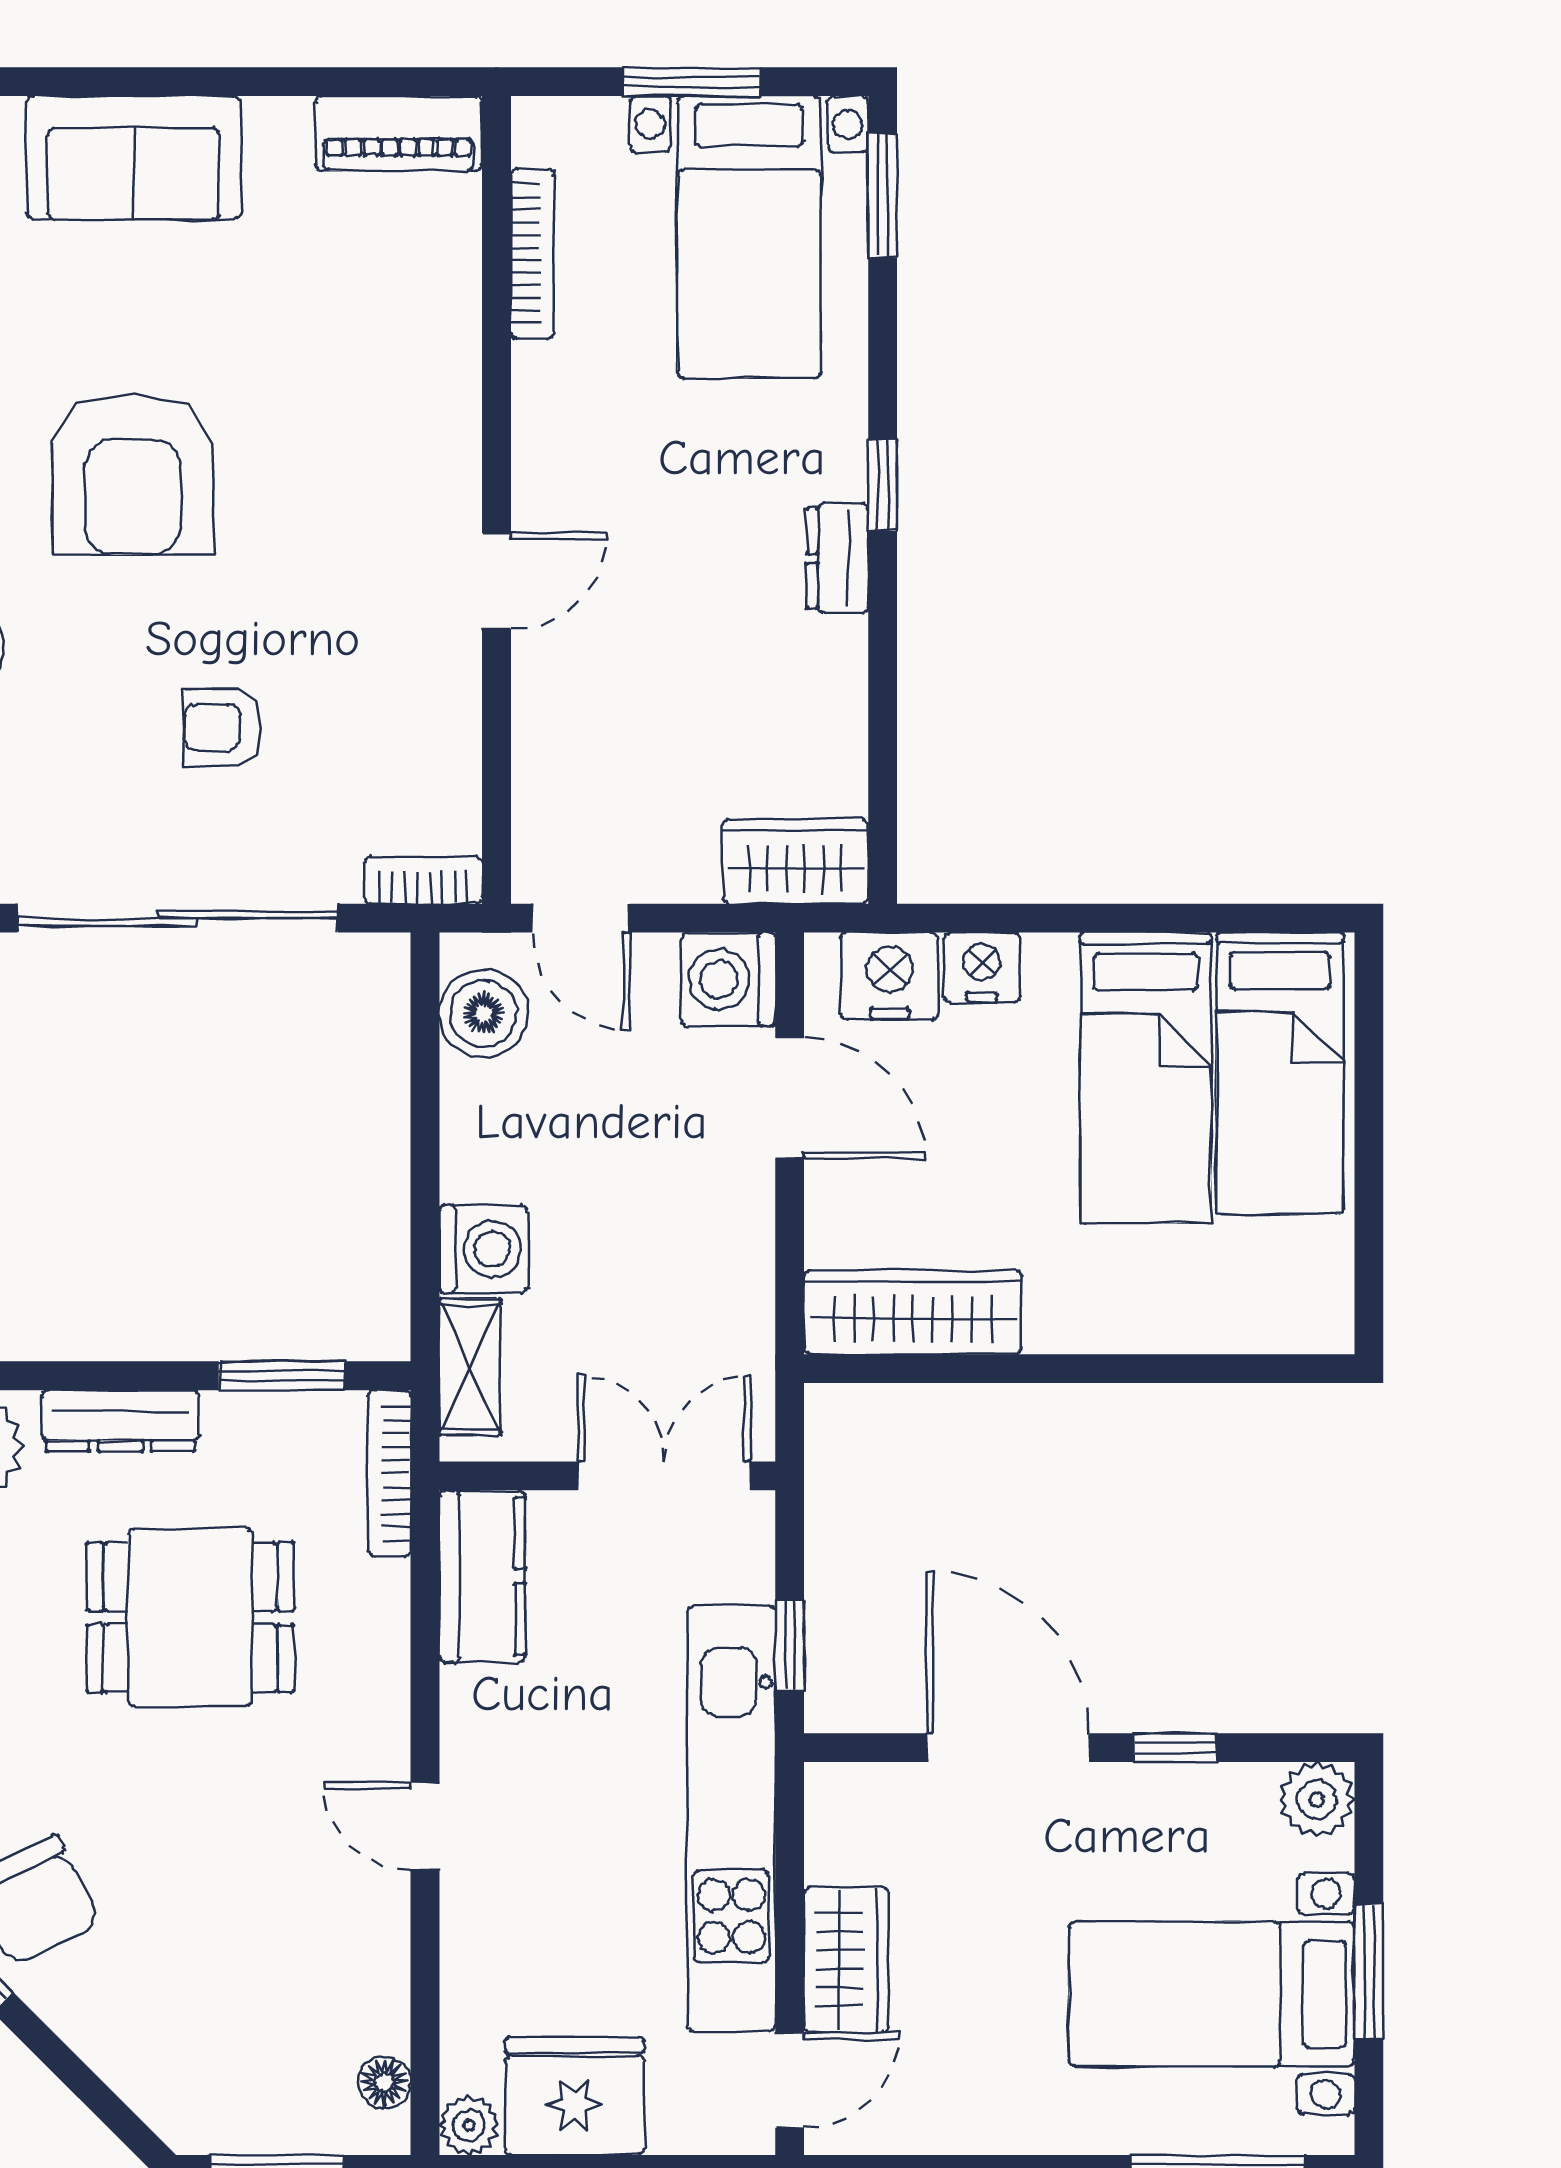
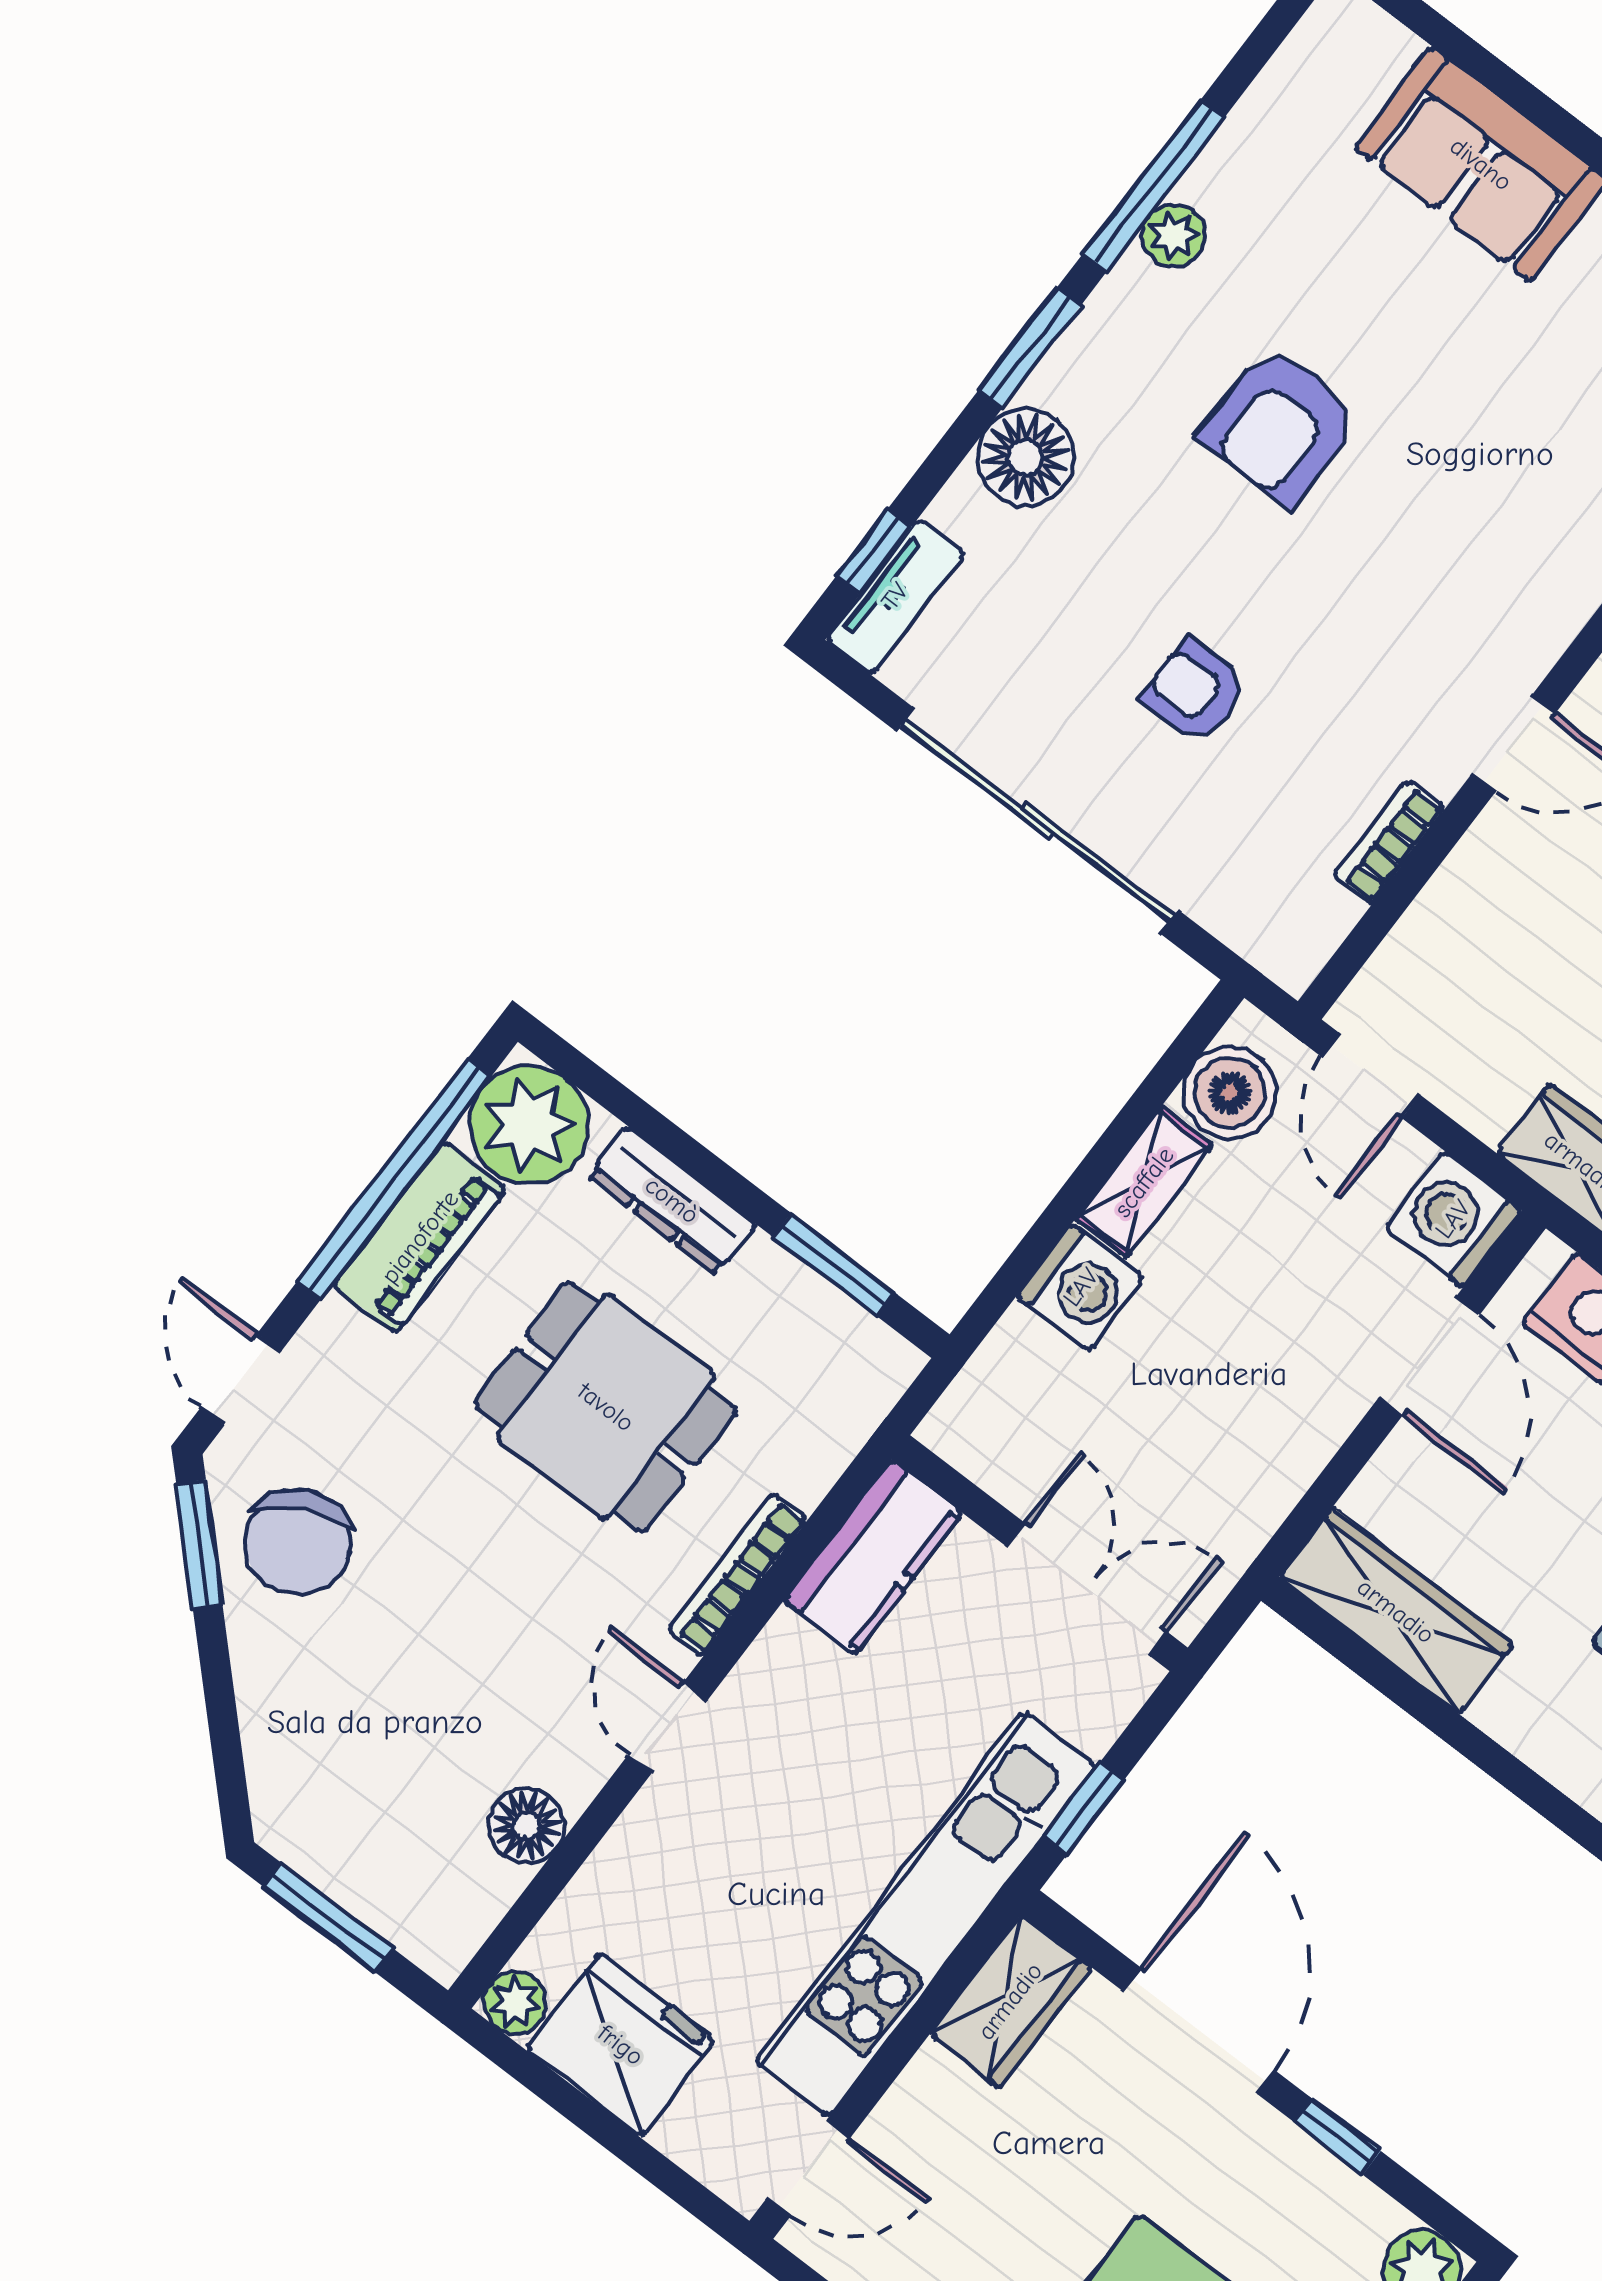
armchair: (133, 474) -> (1280, 426), width x0.73, depth x0.73
bookcase: (423, 880) -> (1389, 842), moved, turned -90
shelving: (470, 1367) -> (1144, 1182), moved
bookcase: (389, 1473) -> (738, 1575), moved
wardrobe: (846, 1960) -> (1010, 2001), moved
floor lamp: (384, 2082) -> (527, 1826), moved, width x1.37, depth x1.37

